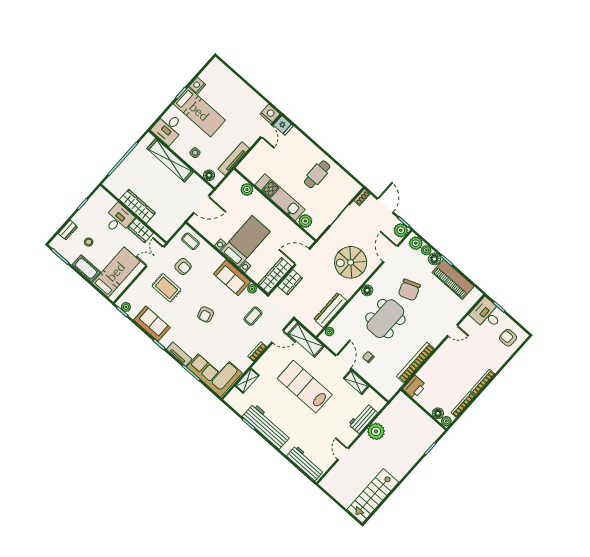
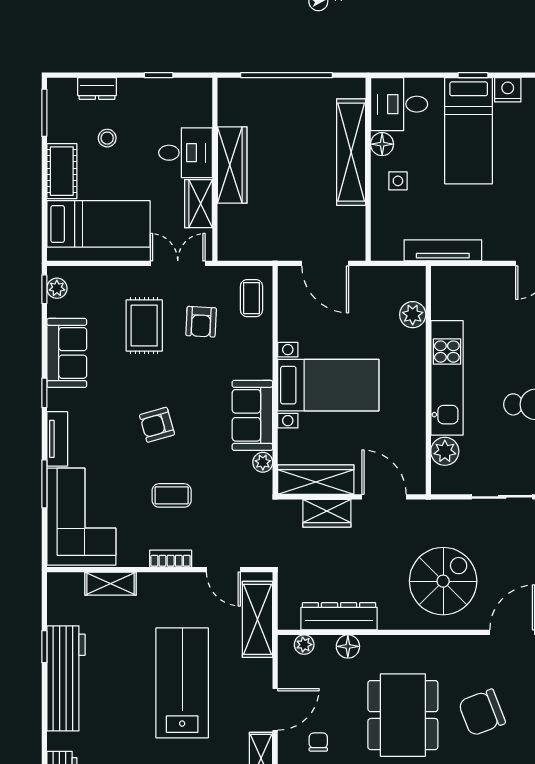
floor lamp: (209, 175) -> (382, 144), moved
spiral stairs: (351, 262) -> (443, 581), turned 90
floor lamp: (367, 290) -> (348, 646), moved
coffee table: (253, 316) -> (172, 495), moved
dining table: (385, 319) -> (403, 715), turned 90

